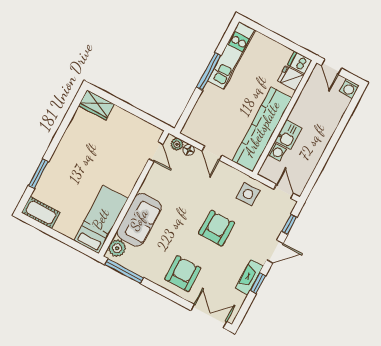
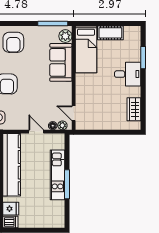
kitchen unit: (232, 55) -> (58, 175), moved
wardrobe: (96, 105) -> (134, 109), moved, turned -90
desk: (67, 164) -> (128, 74), added
cot: (41, 213) -> (110, 33), moved

